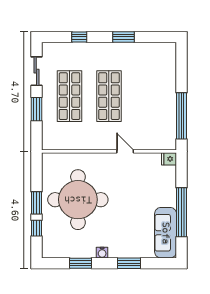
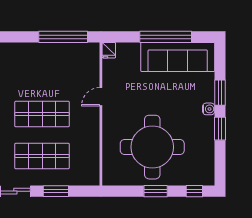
window: (36, 228) -> (194, 191), moved
sofa: (166, 233) -> (178, 57), width x1.36, depth x1.27
water cooler: (102, 253) -> (209, 109), moved
window: (80, 263) -> (220, 129), moved

